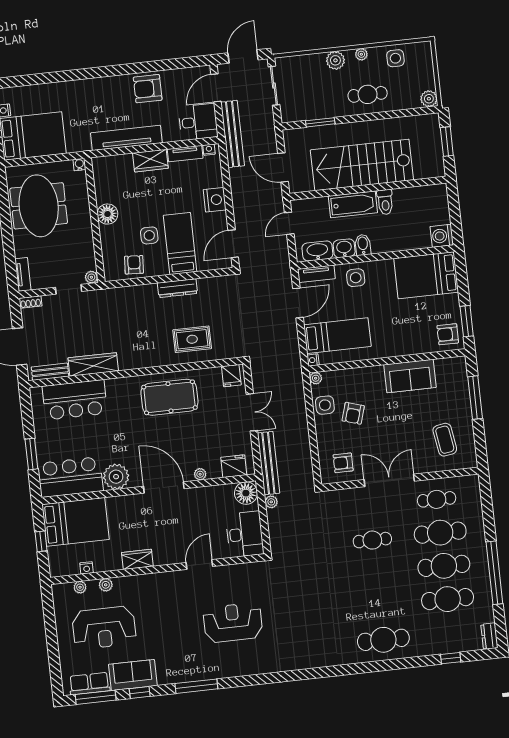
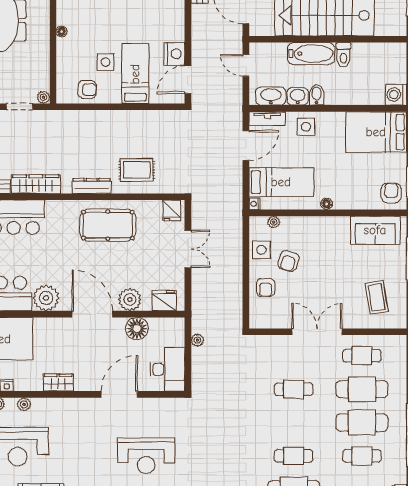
nightstand: (215, 200) -> (174, 54), moved
floor lamp: (107, 214) -> (62, 32), width x0.53, depth x0.53
door: (289, 223) -> (246, 65), hinge flipped
armchair: (134, 265) -> (87, 90), turned 86
dresser: (177, 288) -> (92, 186), moved, turned 180
armchair: (448, 334) -> (391, 193), turned 90
floor lamp: (385, 352) -> (327, 204), added
sofa: (410, 376) -> (375, 230), moved
plant: (316, 378) -> (274, 222), moved
bench: (268, 463) -> (199, 301), removed
armchair: (343, 463) -> (266, 287), moved, turned -90
plant: (200, 474) -> (130, 300), width x1.88, depth x1.88
floor lamp: (246, 493) -> (137, 329), moved
door: (199, 565) -> (119, 394), width x1.36
cafe table: (448, 599) -> (362, 456), width x0.73, depth x0.74
cafe table: (380, 607) -> (294, 456), added
reception desk: (233, 623) -> (146, 456), turned 180

